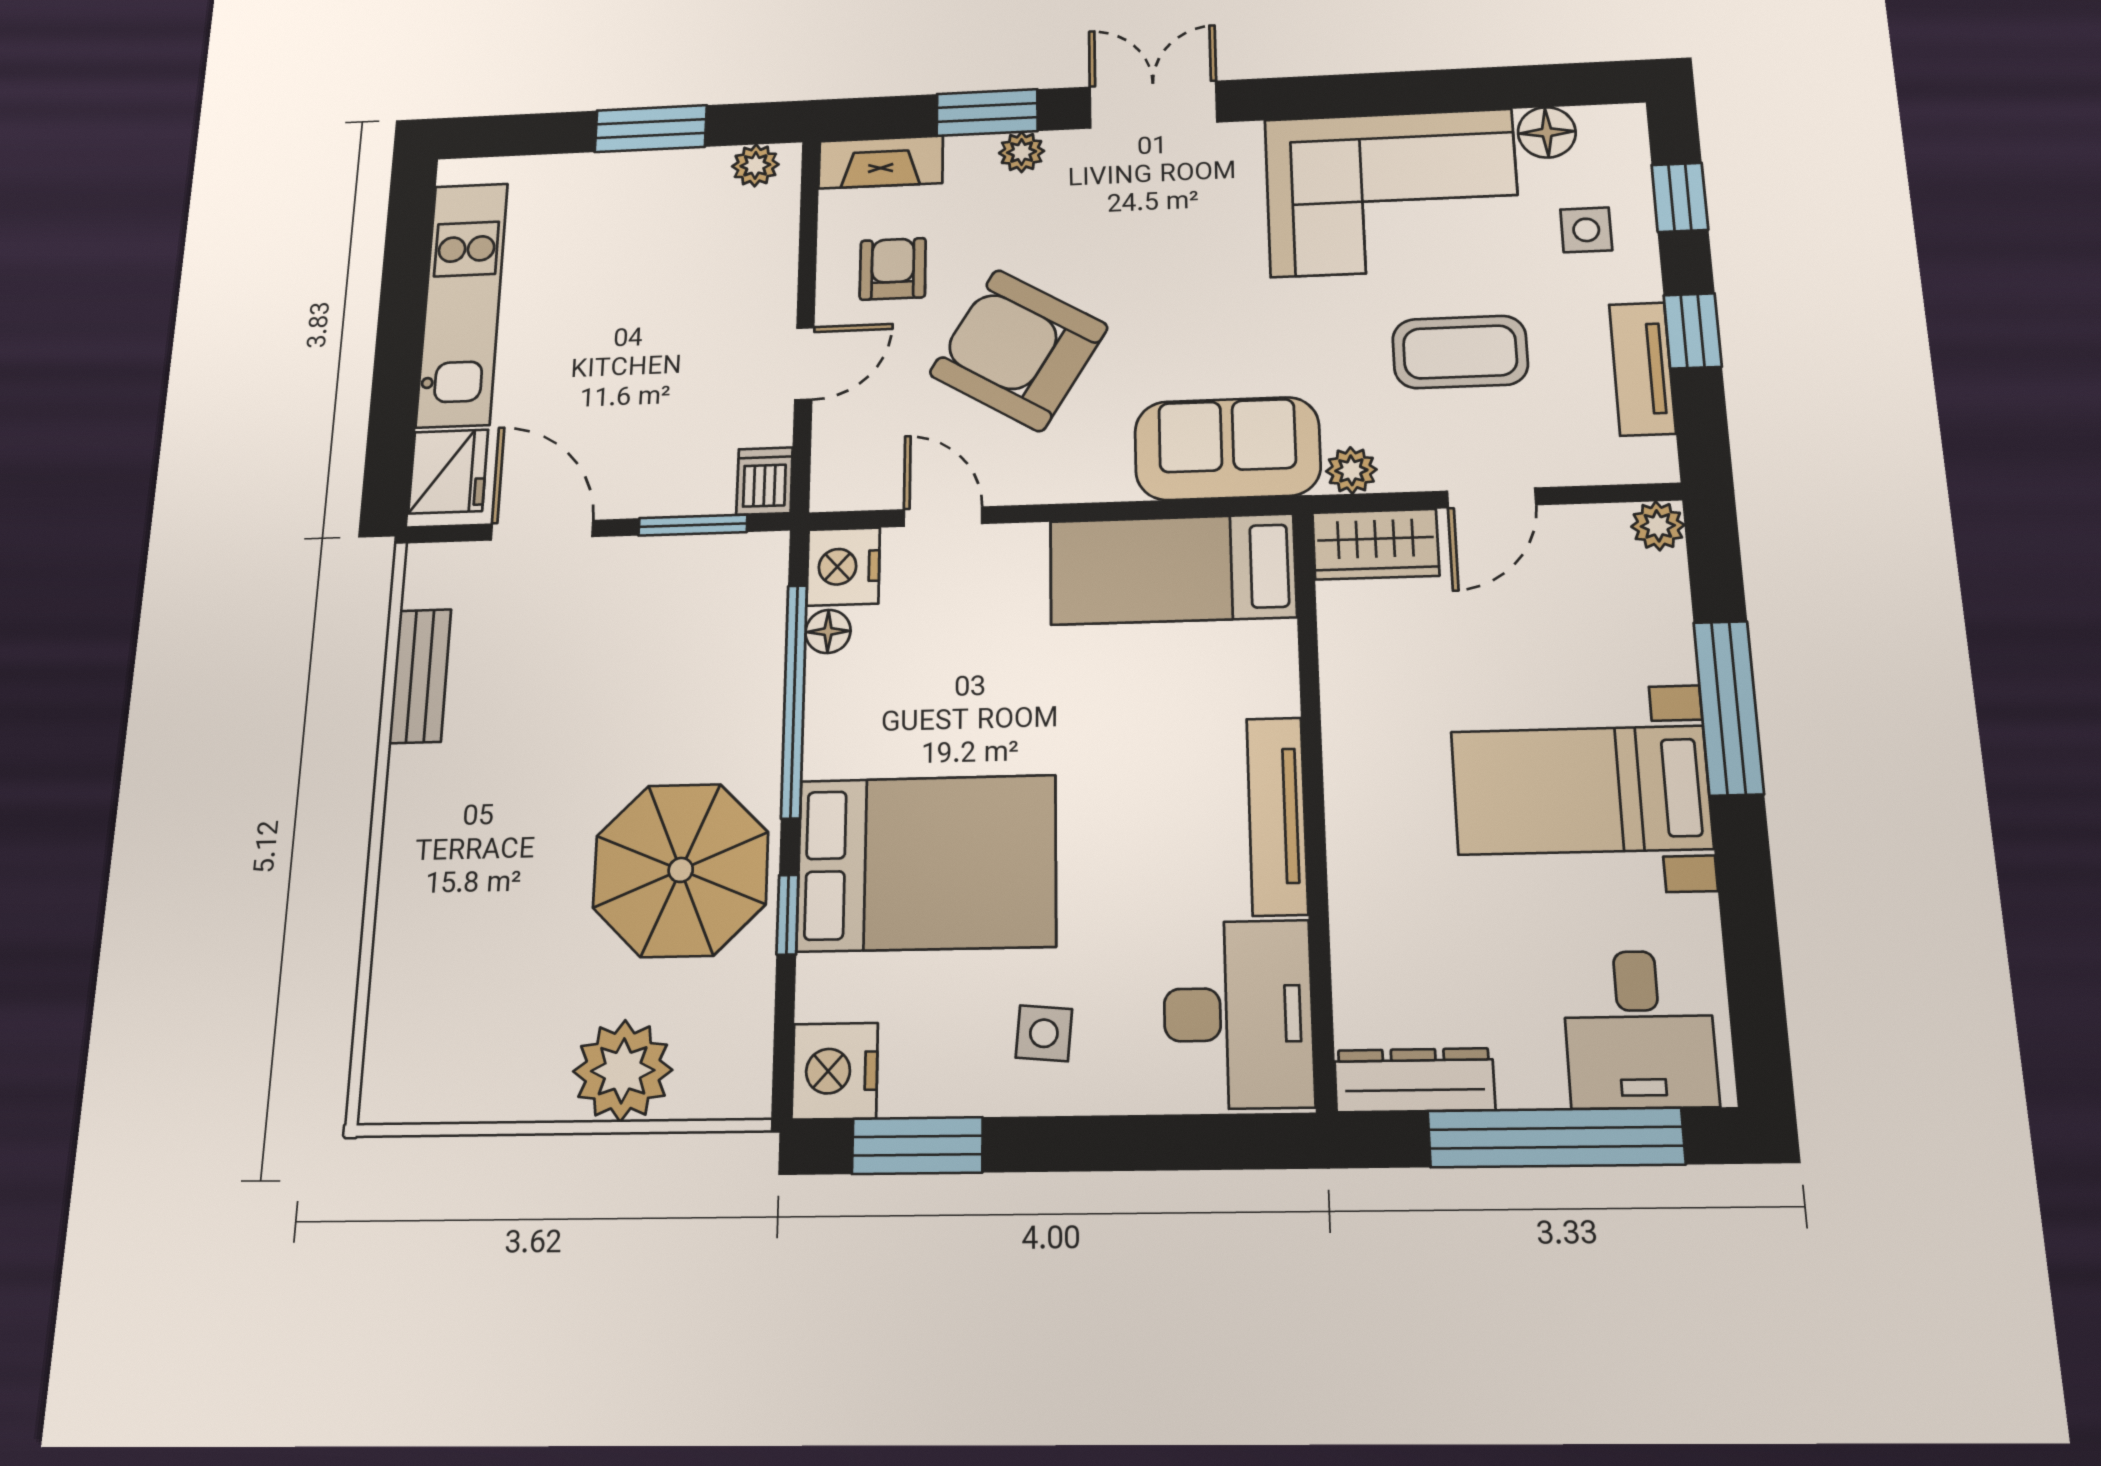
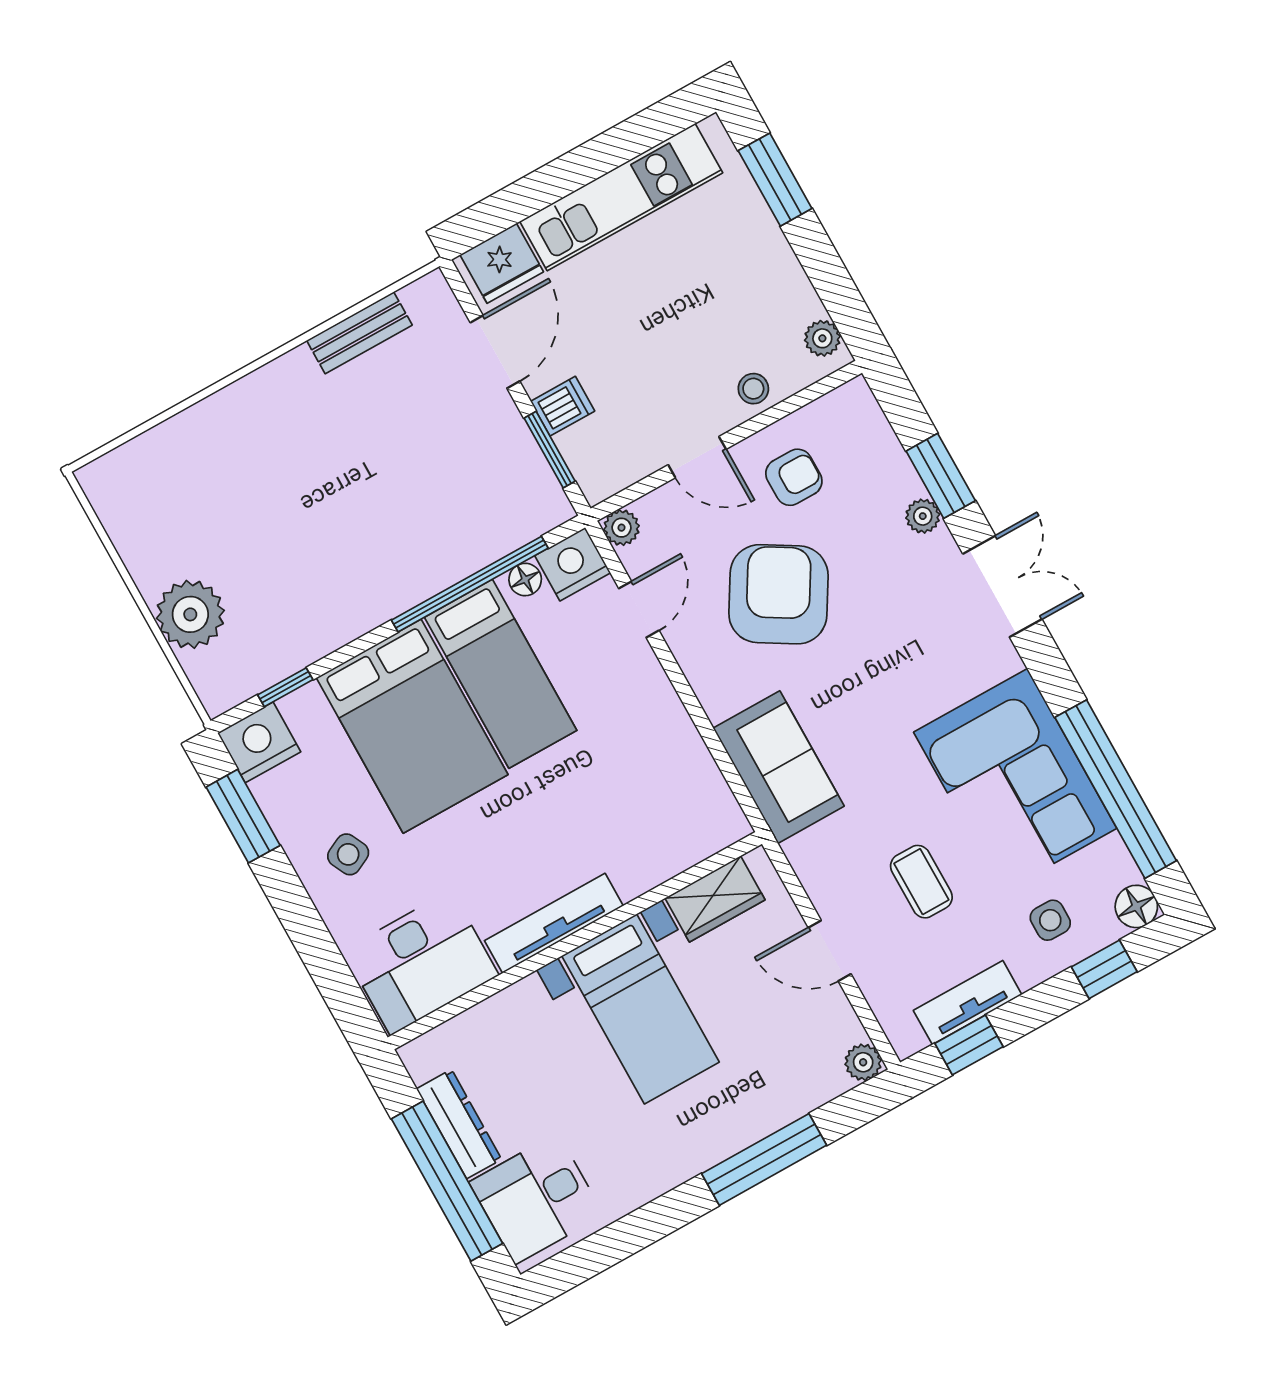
window: (1463, 90) -> (1116, 789), added
window: (651, 129) -> (775, 180), moved
floor lamp: (1547, 132) -> (1136, 906), moved
fireplace: (881, 162) -> (868, 424), removed
stool: (765, 265) -> (753, 389), added
window: (1693, 331) -> (969, 1045), moved
coffee table: (1460, 352) -> (921, 882), width x0.73, depth x0.77
plant: (1351, 470) -> (622, 528), moved
dishwasher: (765, 481) -> (563, 406), moved
wardrobe: (1376, 544) -> (715, 899), moved, turned -90
bed: (1172, 569) -> (501, 674), moved, turned 180
bed with nightstands: (1581, 790) -> (640, 1009), moved, turned 180
parasol: (681, 870) -> (327, 577), removed
window: (788, 915) -> (285, 687), moved
side table: (1044, 1033) -> (348, 854), turned -31
dresser: (1414, 1080) -> (459, 1124), moved

